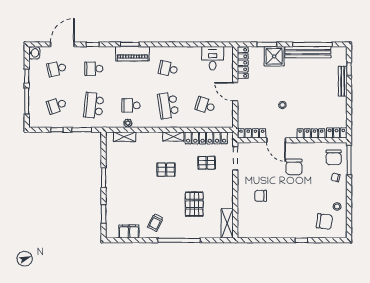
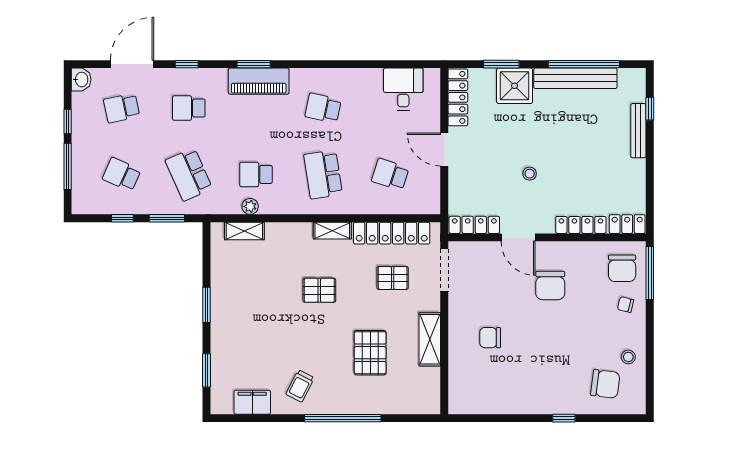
school desk: (57, 105) -> (122, 174), turned 42
school desk: (94, 105) -> (189, 174), turned -30
shelving: (227, 223) -> (430, 339), moved

